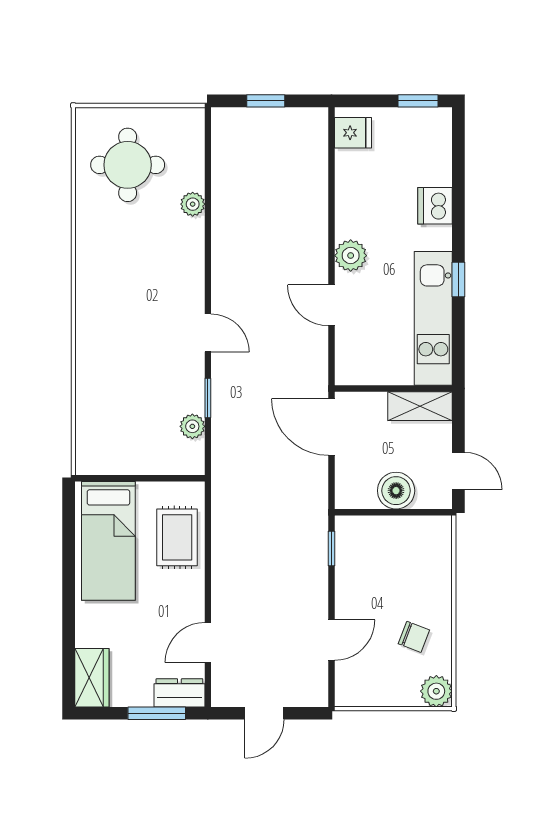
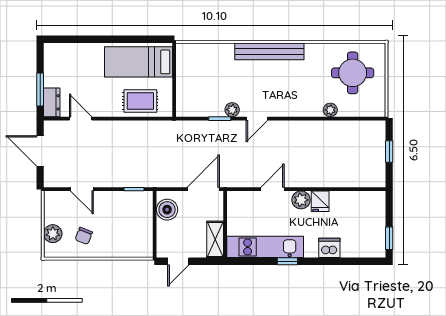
fridge: (353, 133) -> (320, 201), moved
bench: (90, 311) -> (269, 51), added
plant: (192, 426) -> (232, 110), moved
boiler: (396, 491) -> (167, 210), moved
wardrobe: (92, 678) -> (60, 53), removed
plant: (436, 691) -> (53, 234), moved
door: (264, 713) -> (40, 151), width x1.37

